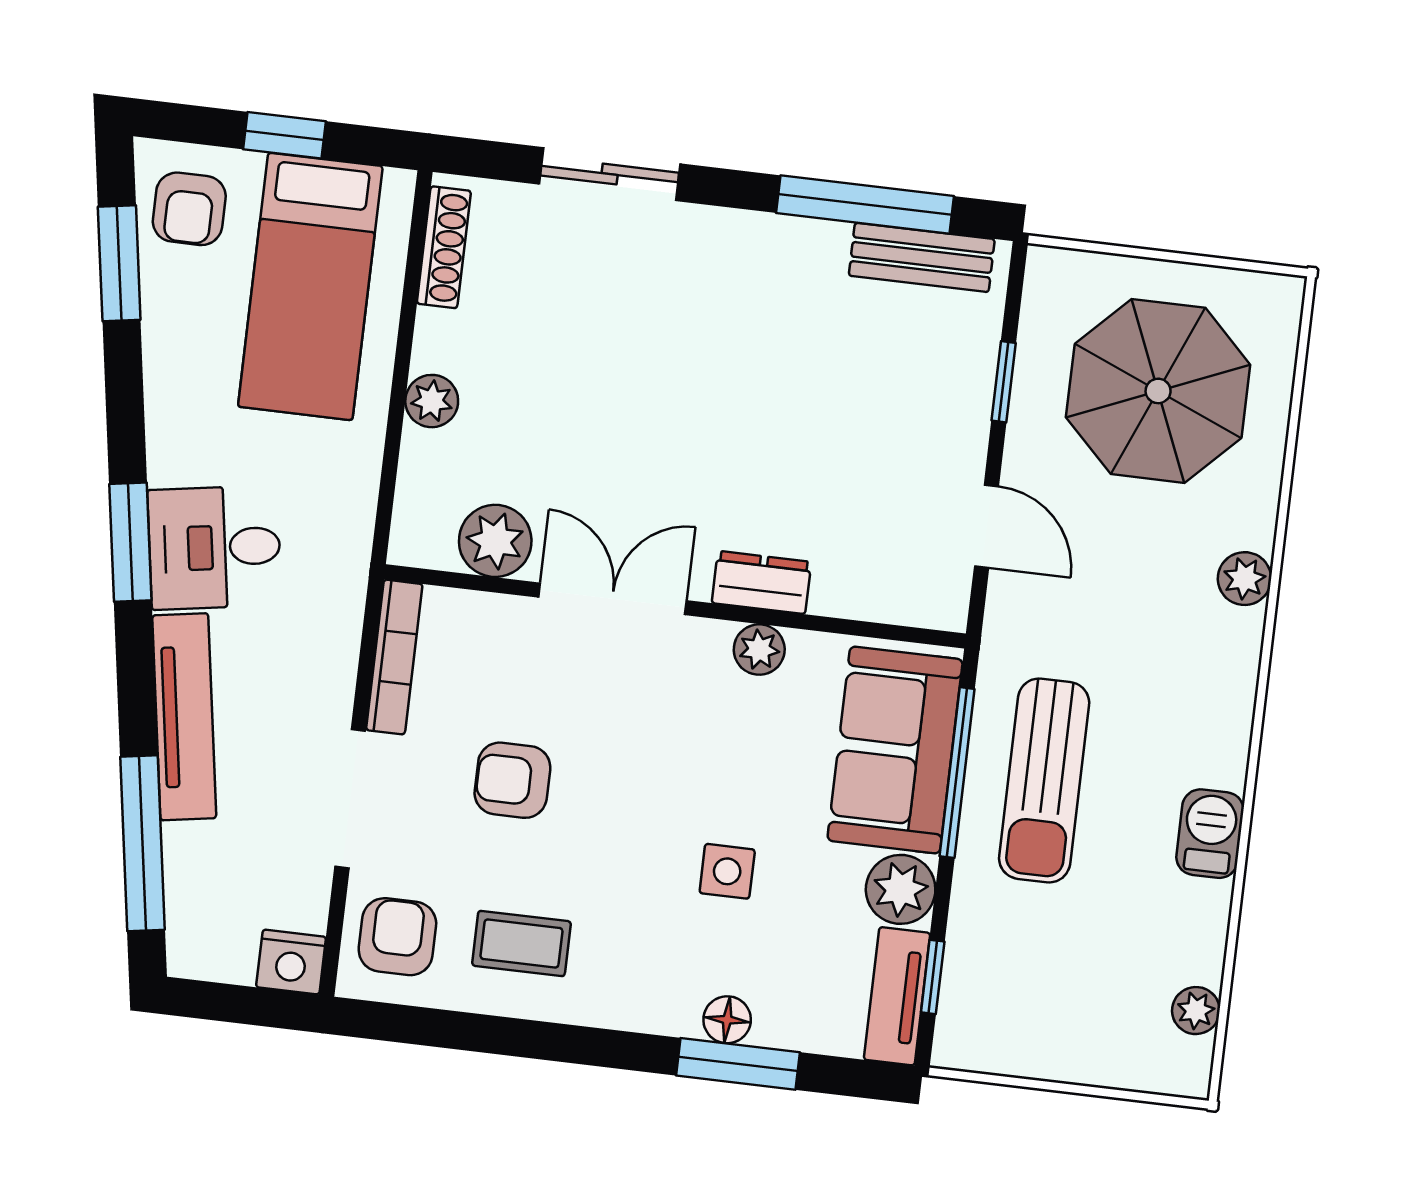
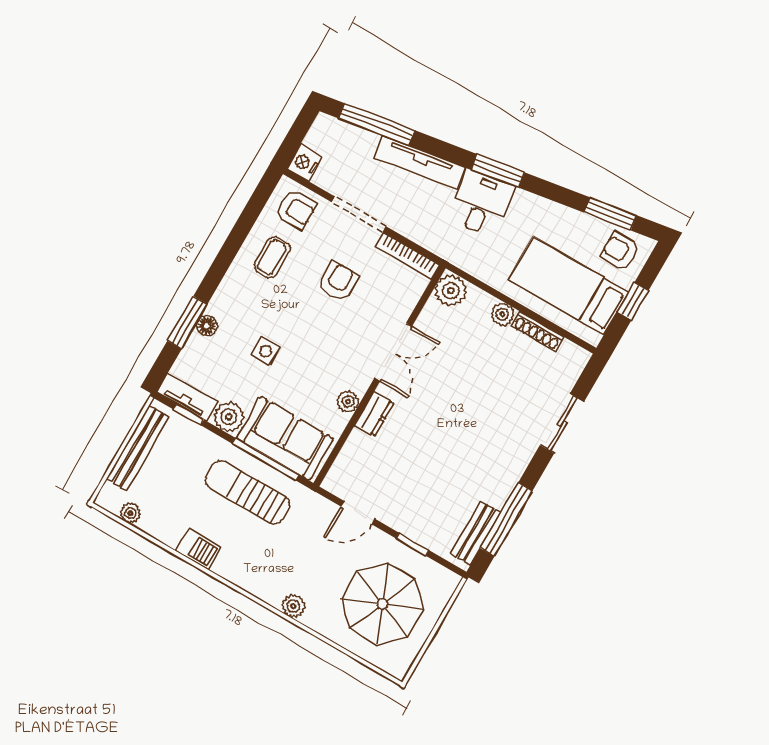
shoe rack: (444, 247) -> (538, 332), moved
plant: (495, 541) -> (451, 291), moved
bench: (1051, 1054) -> (138, 448), added

